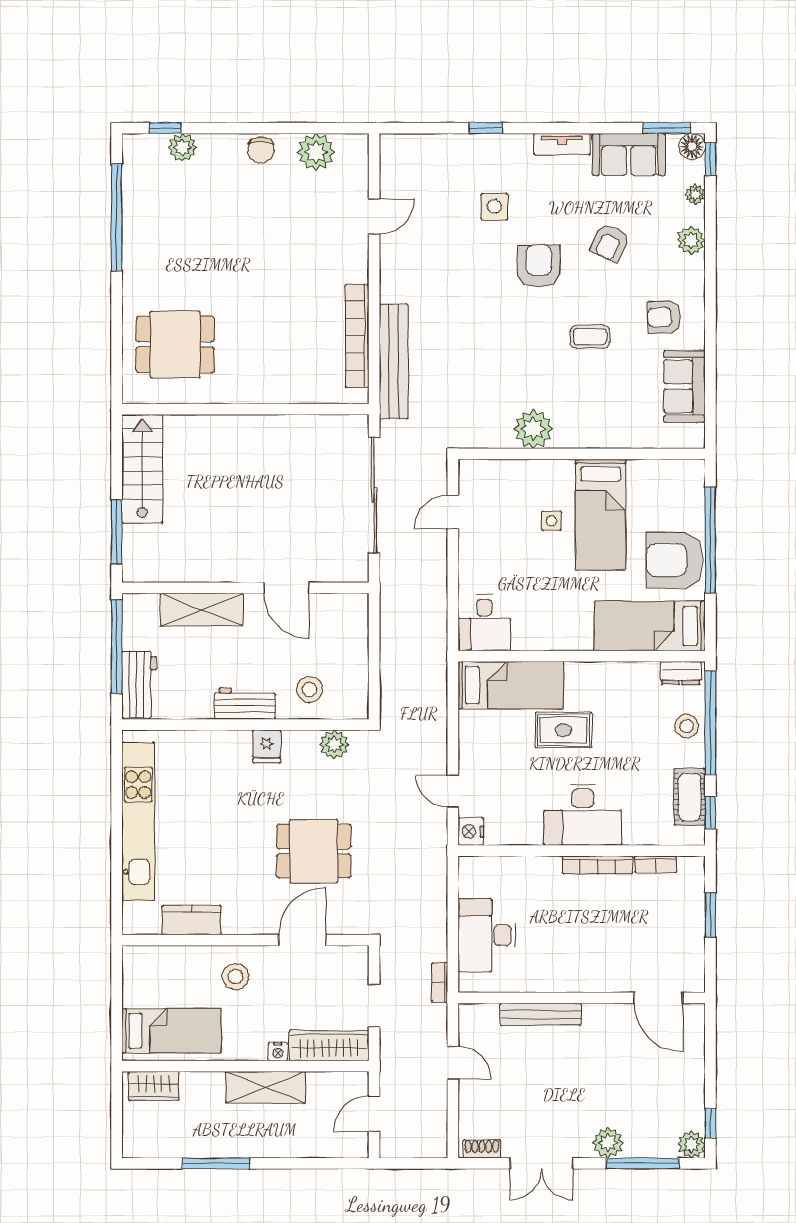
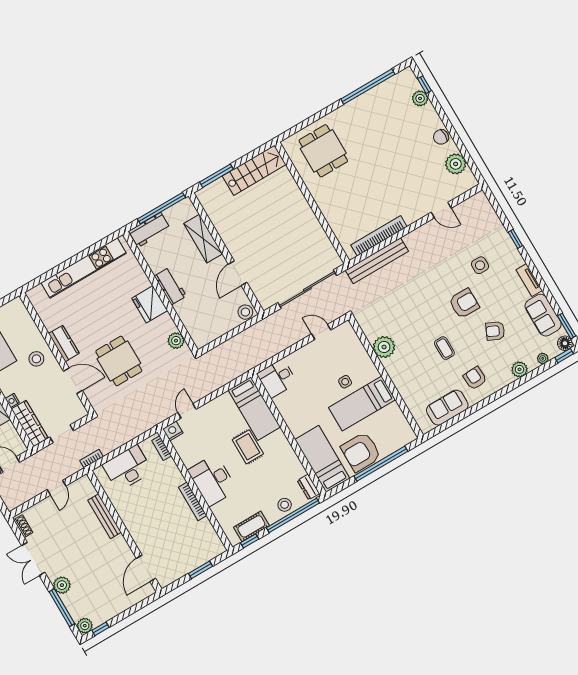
armchair: (674, 560) -> (361, 452), turned -90
stool: (310, 689) -> (245, 312), moved
fridge: (267, 746) -> (150, 304), width x1.88, depth x1.34
bookcase: (656, 864) -> (162, 448), moved
kitchen counter: (192, 920) -> (64, 343), moved

